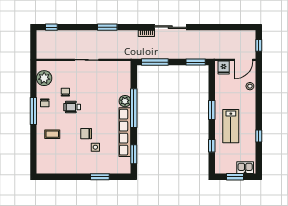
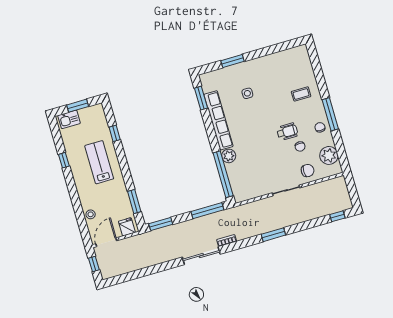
window: (134, 108) -> (223, 174), moved
window: (212, 110) -> (134, 202), moved
chair: (86, 134) -> (308, 171), moved

